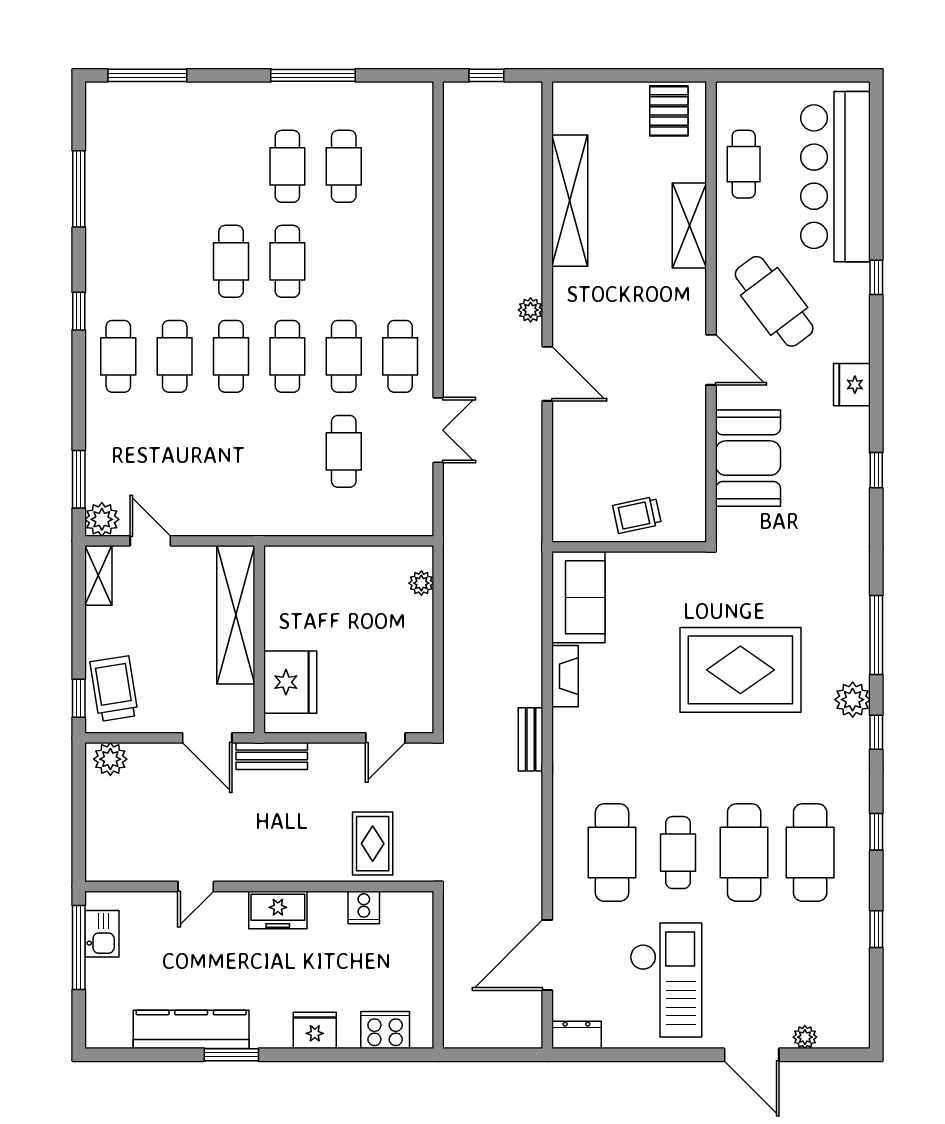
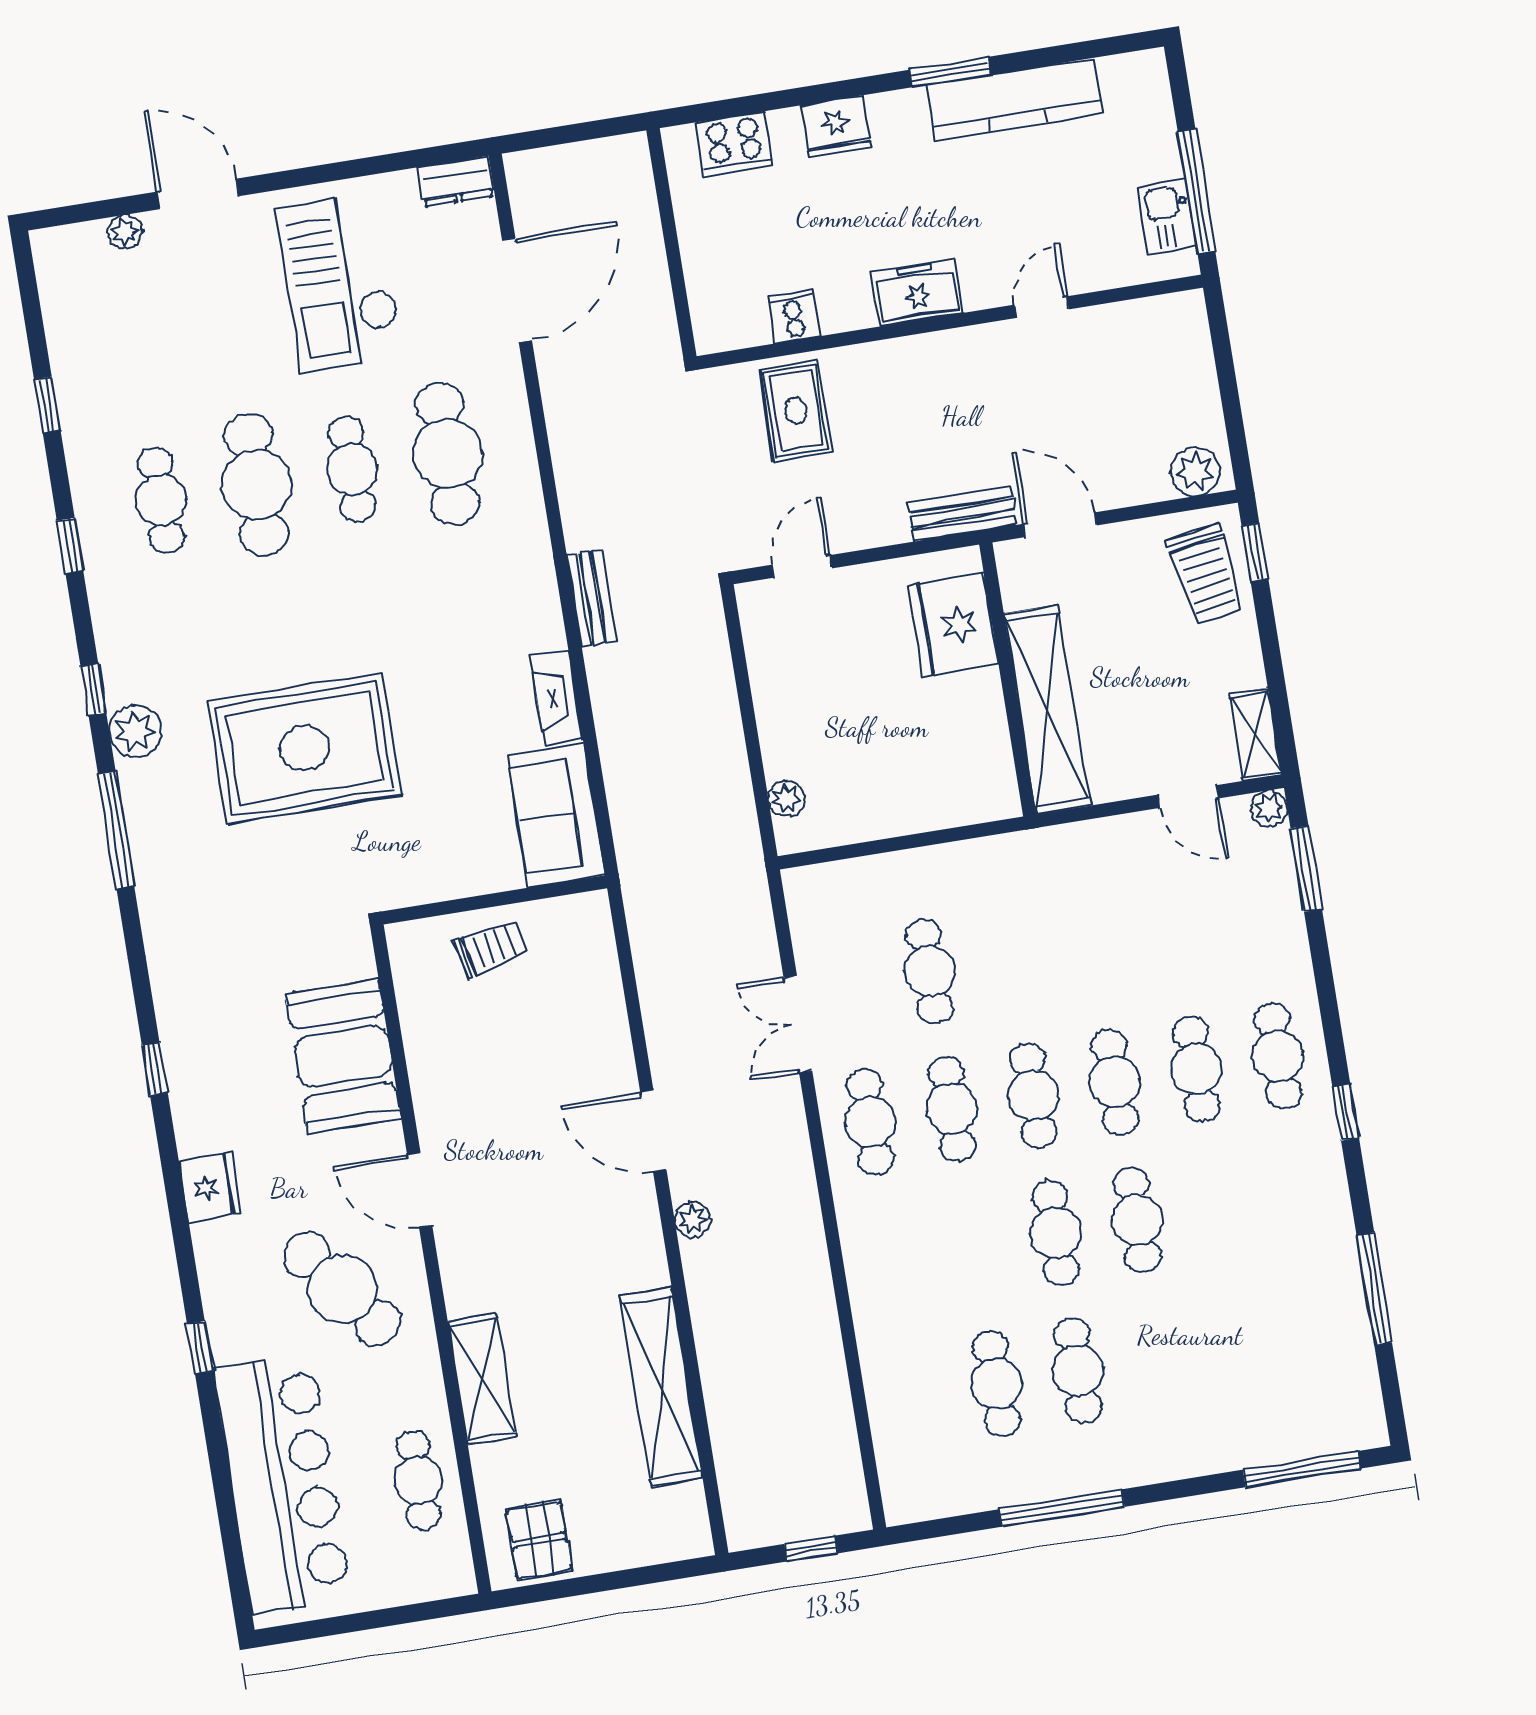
plant: (102, 519) -> (1269, 808), width x0.73, depth x0.73
cafe table: (810, 853) -> (161, 500), width x0.73, depth x0.74

